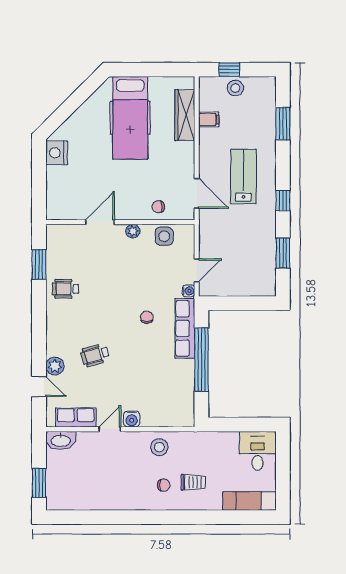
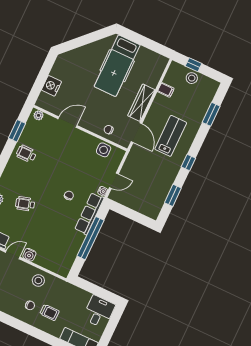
wardrobe: (185, 115) -> (141, 103), moved
nightstand: (57, 153) -> (51, 86), moved
plant: (133, 231) -> (39, 115), moved

